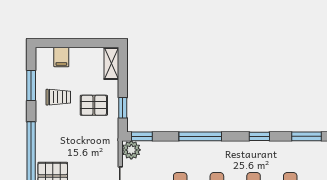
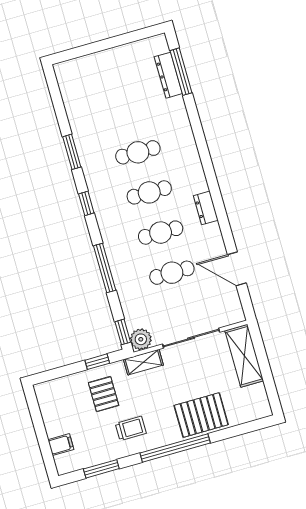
shelving: (111, 63) -> (143, 362), moved
trolley: (58, 97) -> (131, 428), moved, turned 90

